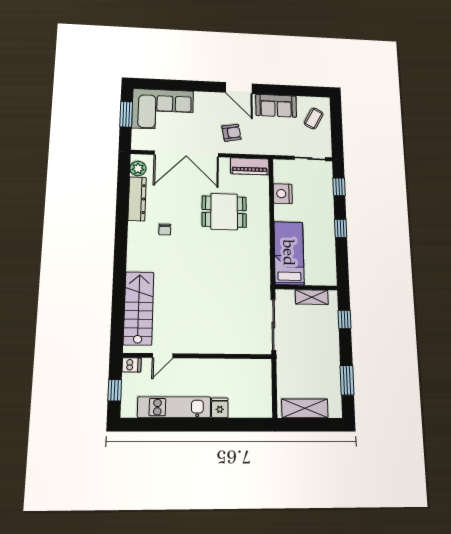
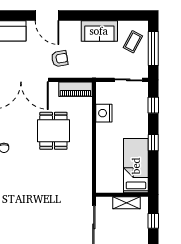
door: (239, 88) -> (47, 15), moved
window: (336, 126) -> (153, 48), added
dining table: (224, 212) -> (53, 131), turned 90
bed: (289, 253) -> (136, 166), moved

